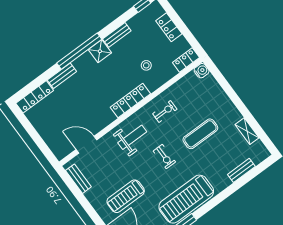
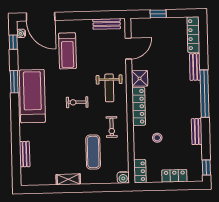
shower: (100, 51) -> (140, 78), moved
shelving: (247, 131) -> (68, 179), moved
exercise mat: (200, 134) -> (93, 152), moved
window: (38, 140) -> (158, 14), added
treadmill: (126, 196) -> (67, 51), turned 180

